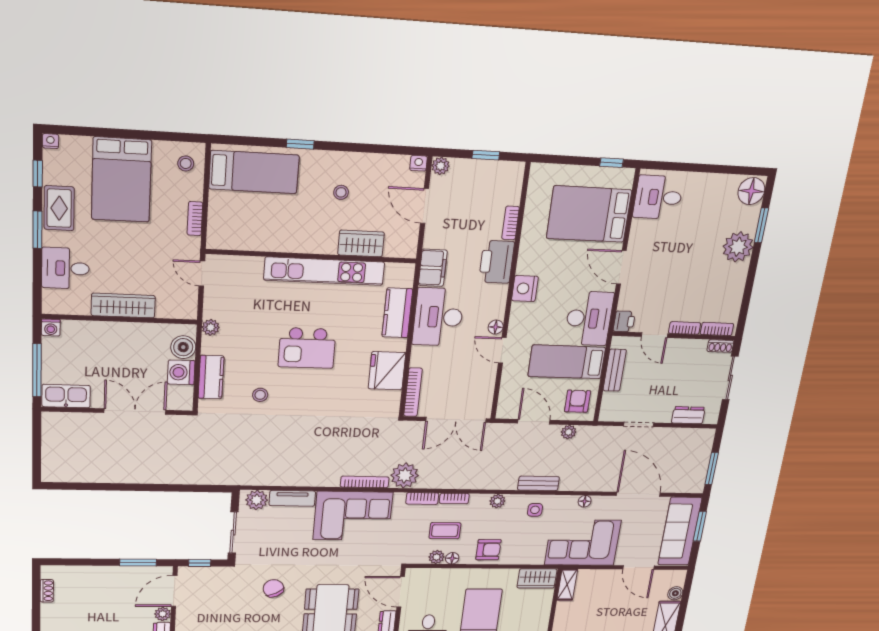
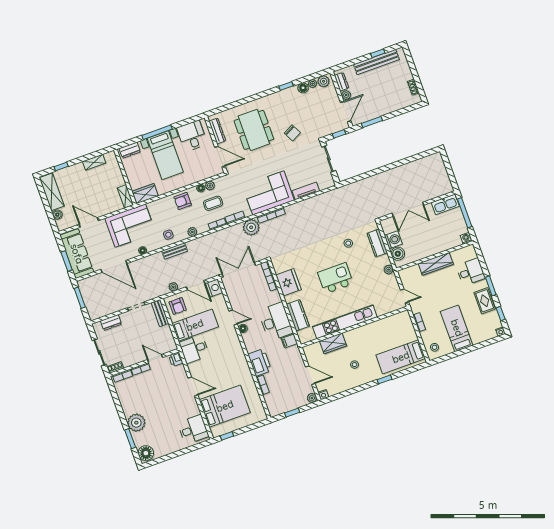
bed: (121, 180) -> (457, 328), width x0.67
filing cabinet: (433, 268) -> (289, 341), width x0.50
nightstand: (525, 289) -> (214, 288), moved
desk: (589, 318) -> (194, 349), width x0.73
bench: (615, 370) -> (160, 313), moved
plant: (257, 500) -> (324, 183), removed

